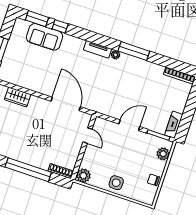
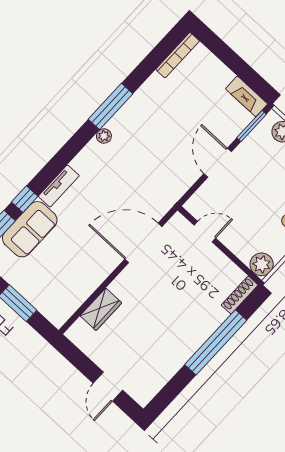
tv unit: (98, 49) -> (59, 186), moved

